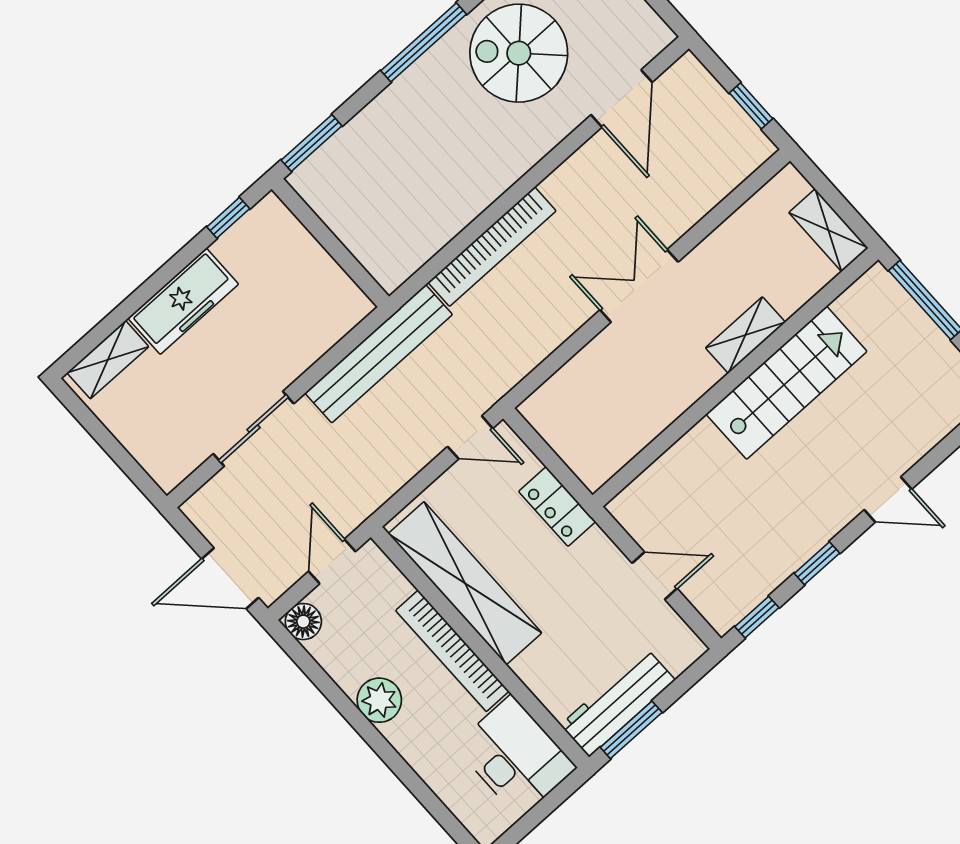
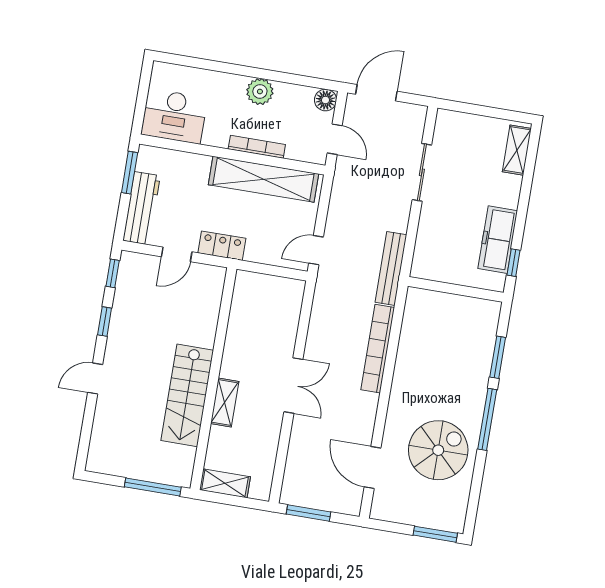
window: (751, 106) -> (308, 513), width x1.50
window: (312, 143) -> (498, 357), moved
freezer: (183, 301) -> (498, 240), moved
bench: (379, 354) -> (391, 268), width x0.73, depth x0.82
locker: (557, 506) -> (222, 246), moved
bookcase: (452, 651) -> (257, 147), width x0.68, depth x0.76
workbench: (618, 703) -> (142, 208), moved

